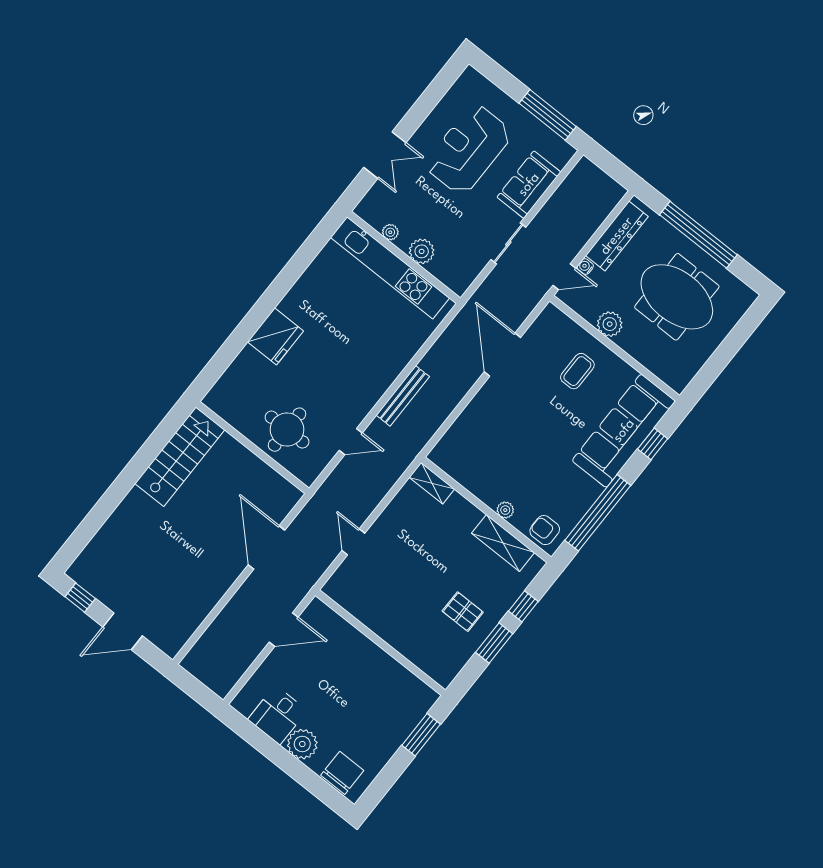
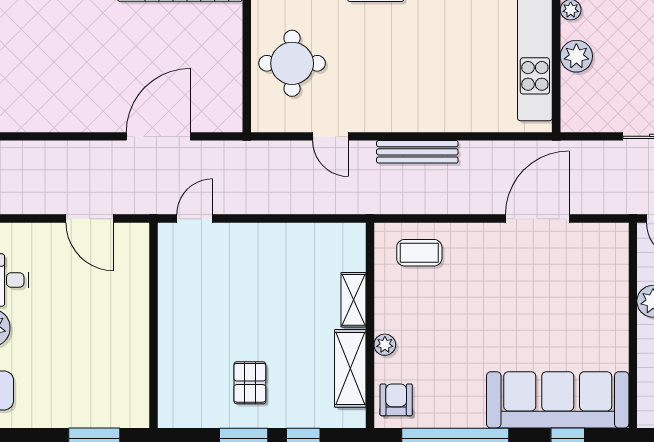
coffee table: (577, 371) -> (419, 253), moved
shelving: (432, 483) -> (354, 300), moved
door: (353, 542) -> (195, 219), moved

